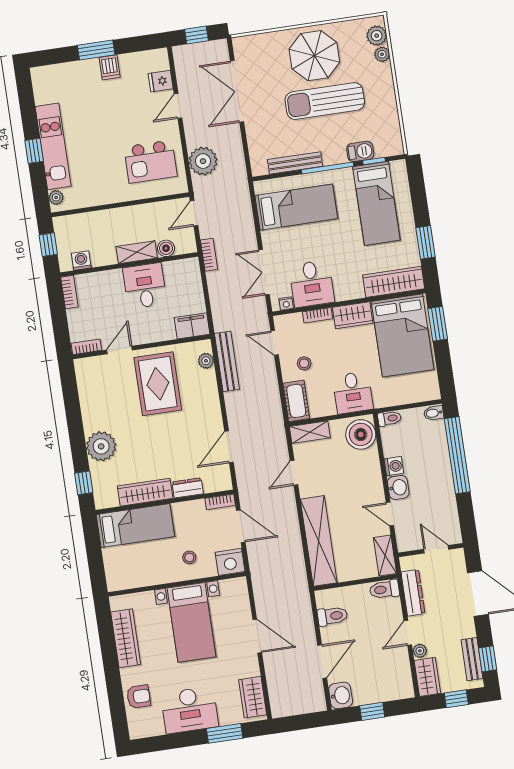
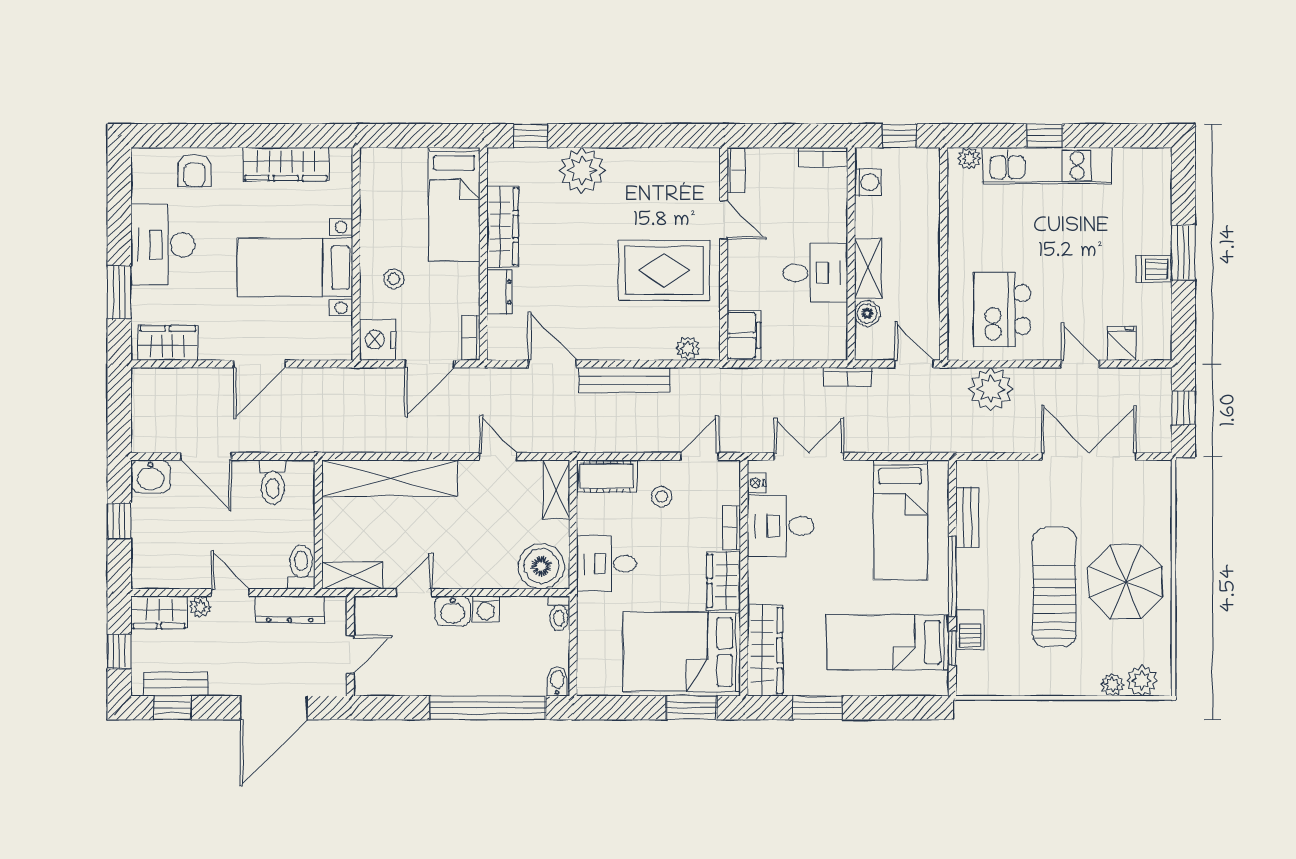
bench: (295, 163) -> (967, 517), width x0.73
bench: (227, 361) -> (624, 380), moved

